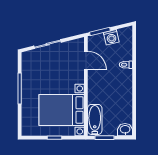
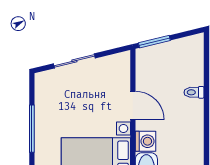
washing machine: (111, 37) -> (145, 141), moved, turned -76
door: (86, 61) -> (133, 106), moved

